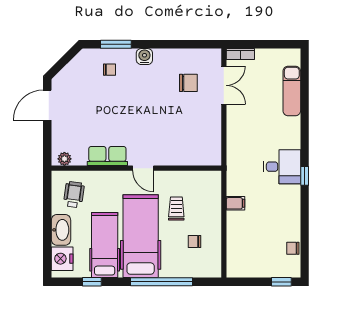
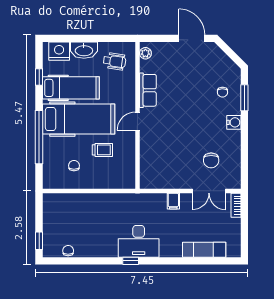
desk: (282, 167) -> (139, 241), width x1.37
filing cabinet: (236, 203) -> (173, 201), moved

